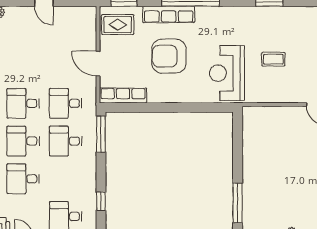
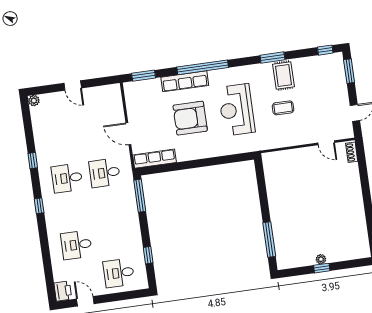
rug: (118, 25) -> (283, 75), moved, turned 90
reception desk: (227, 73) -> (237, 110), moved
desk: (23, 141) -> (72, 211), removed
desk: (66, 141) -> (109, 206), removed

